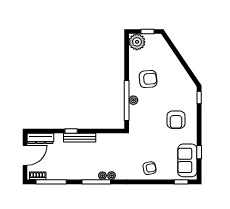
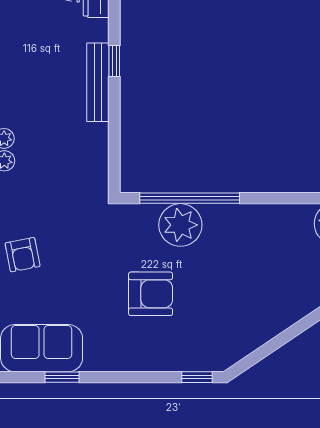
armchair: (148, 79) -> (243, 251), removed
plant: (133, 100) -> (180, 225), width x1.87, depth x1.87
armchair: (176, 120) -> (151, 294), moved, turned 180

